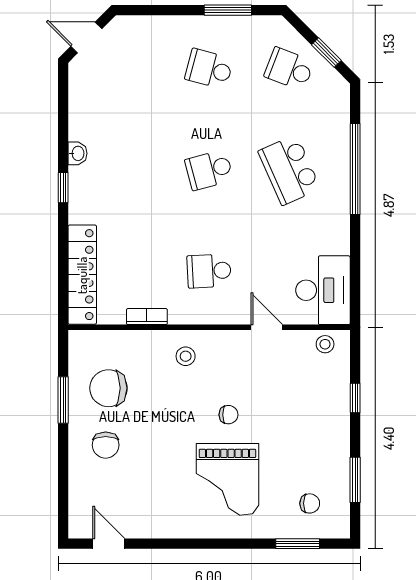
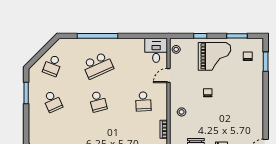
window: (326, 53) -> (45, 49), removed
school desk: (209, 69) -> (53, 101), turned -39
desk: (323, 290) -> (156, 50), width x0.73
grand piano: (227, 479) -> (215, 56), moved

